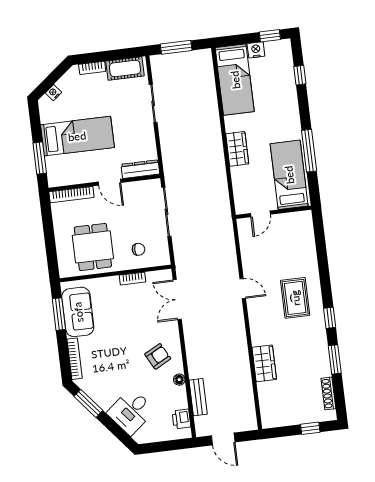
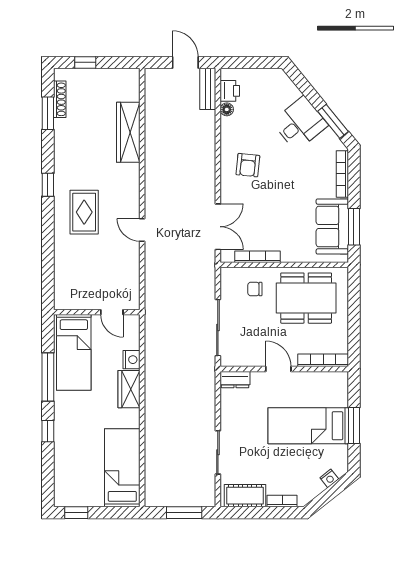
nightstand: (256, 50) -> (131, 360), moved, turned -90
window: (300, 75) -> (48, 431), moved
window: (40, 158) -> (354, 425), moved
dresser: (140, 169) -> (235, 380), width x0.70
door: (260, 214) -> (112, 312), swing flipped
dining table: (93, 247) -> (306, 298), width x1.38
bookcase: (132, 279) -> (258, 257), width x1.56
armchair: (158, 356) -> (248, 165), turned -56
window: (335, 359) -> (48, 113), moved
wardrobe: (264, 363) -> (128, 132), width x1.50
floor lamp: (179, 380) -> (227, 109), moved
bench: (198, 397) -> (208, 89), moved
desk: (131, 411) -> (300, 124), moved

